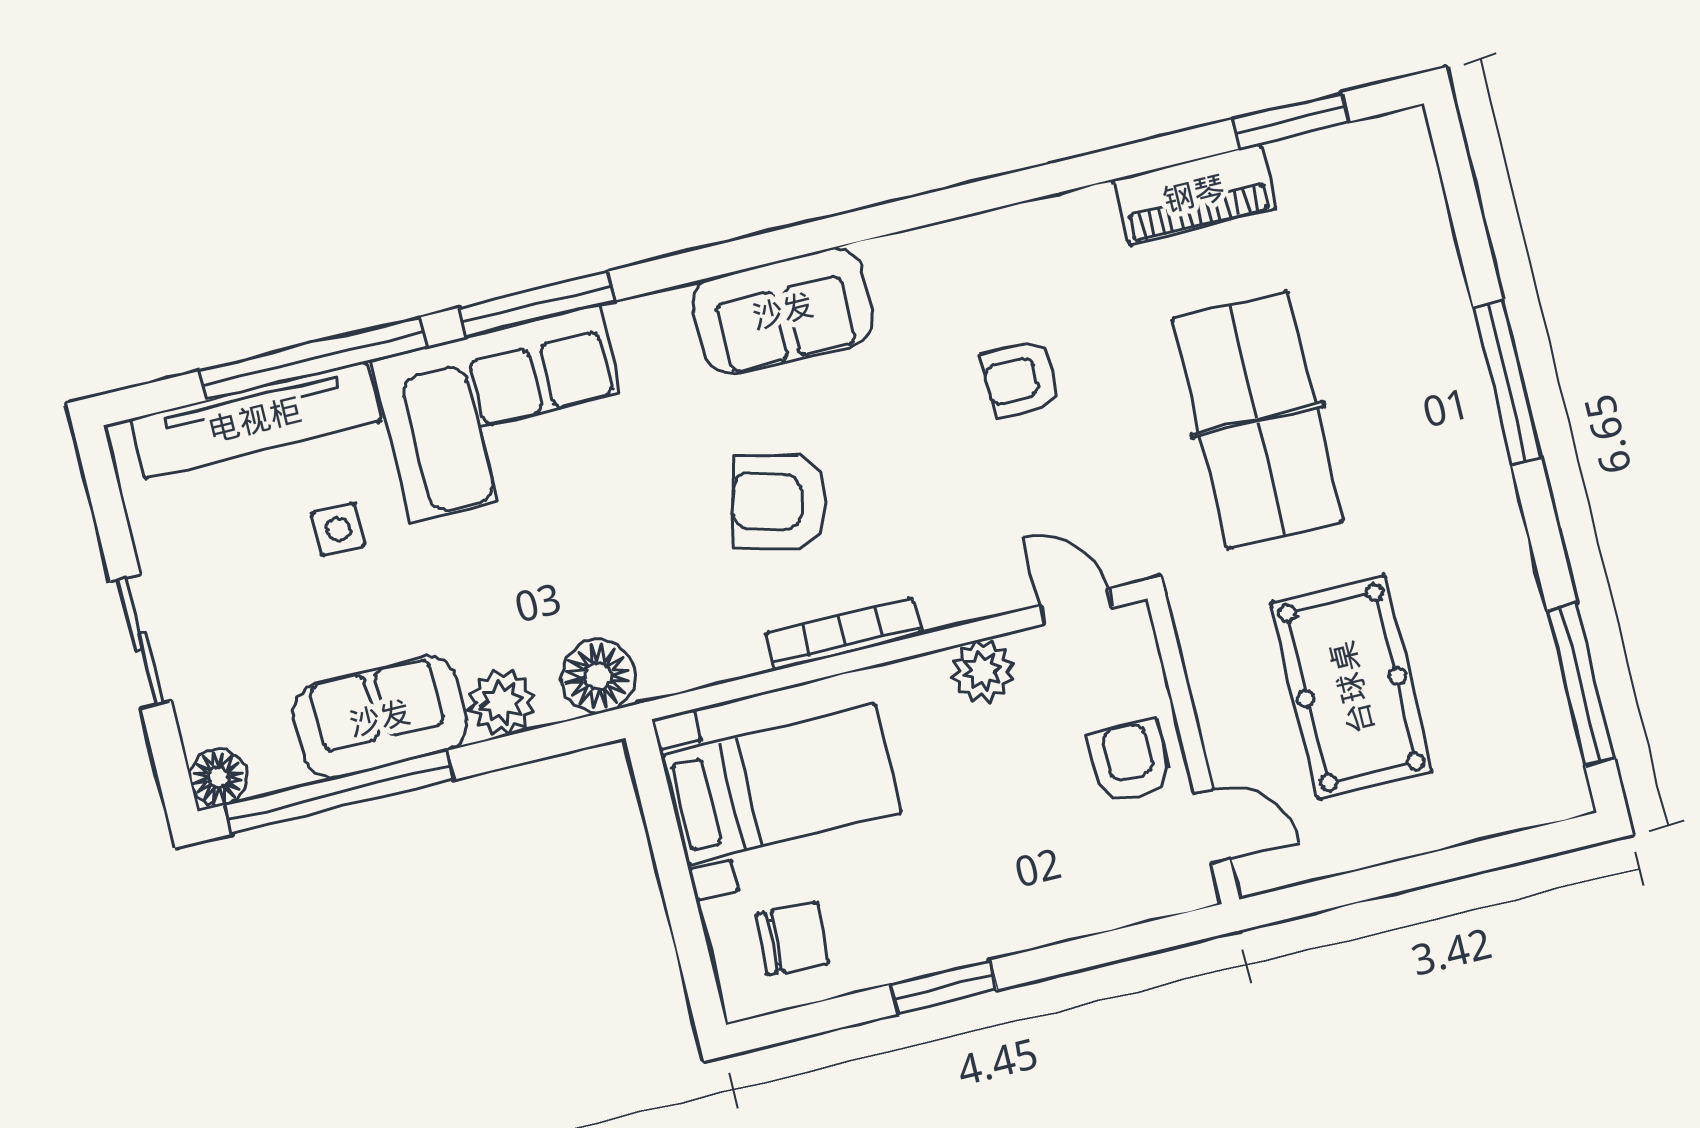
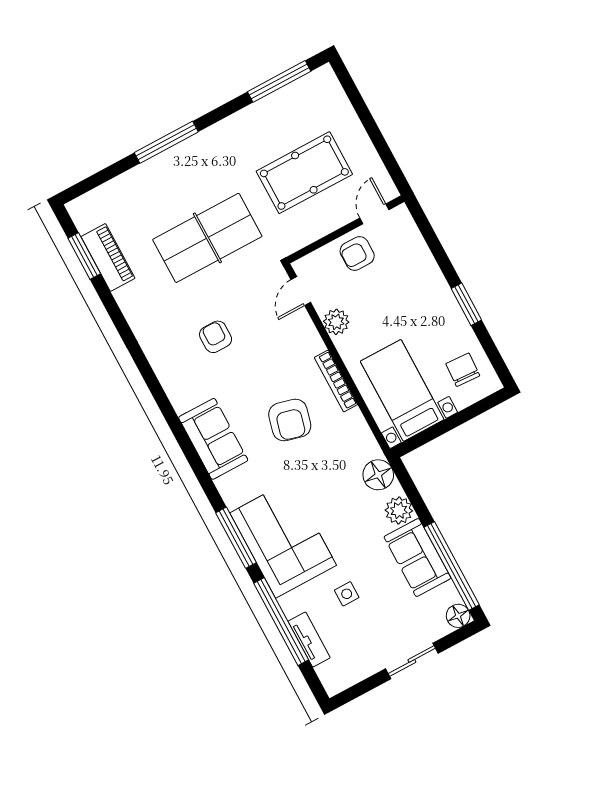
piano: (1194, 194) -> (108, 257), moved
armchair: (1021, 379) -> (216, 337), turned 180
tv unit: (255, 420) -> (309, 640), width x0.52, depth x0.78

